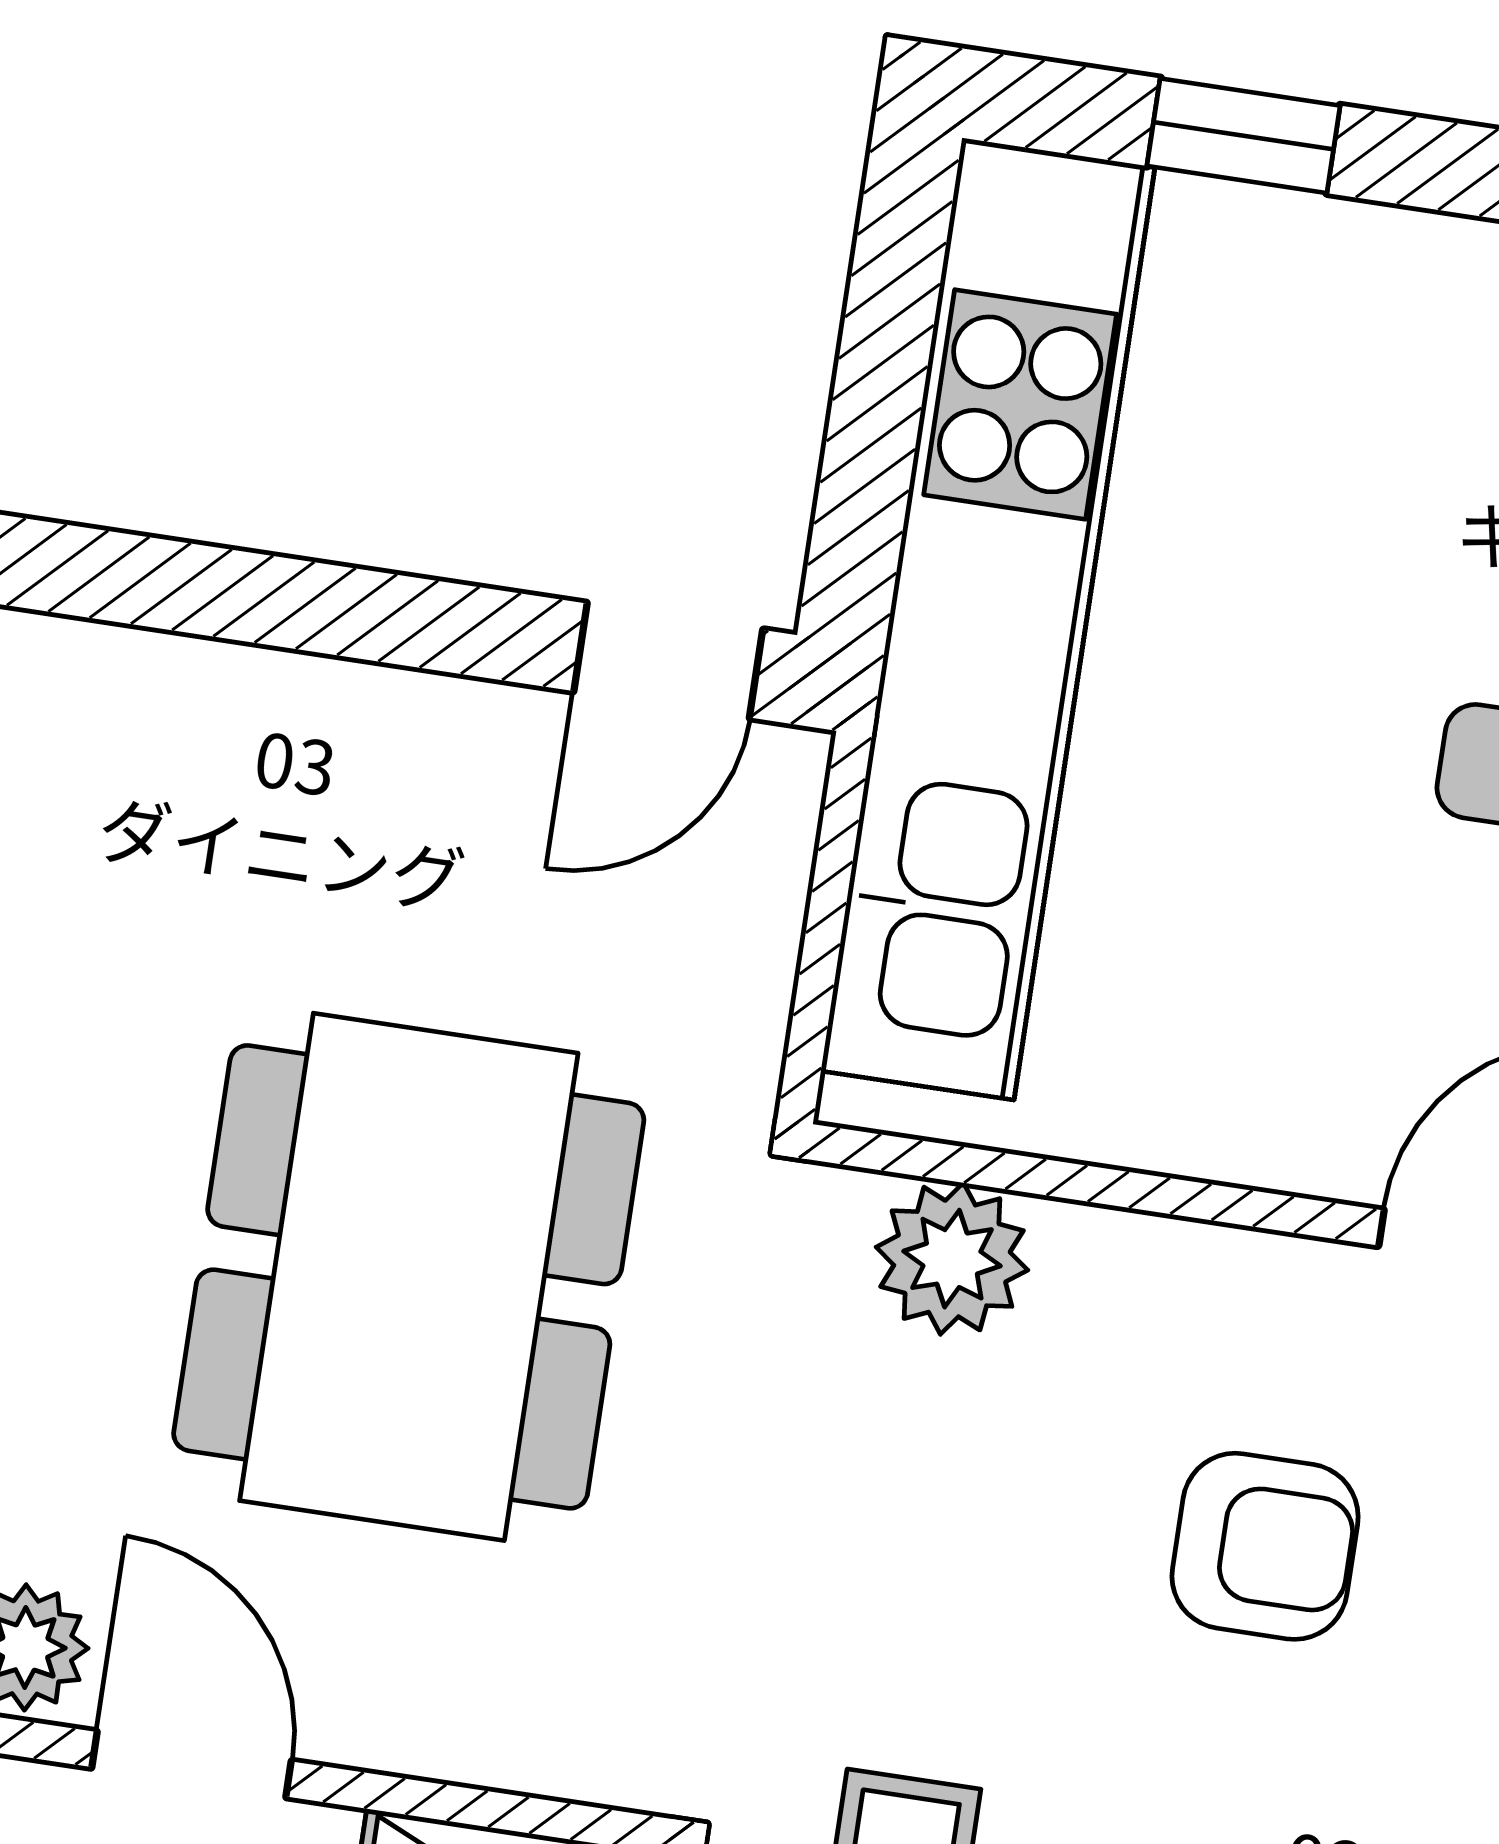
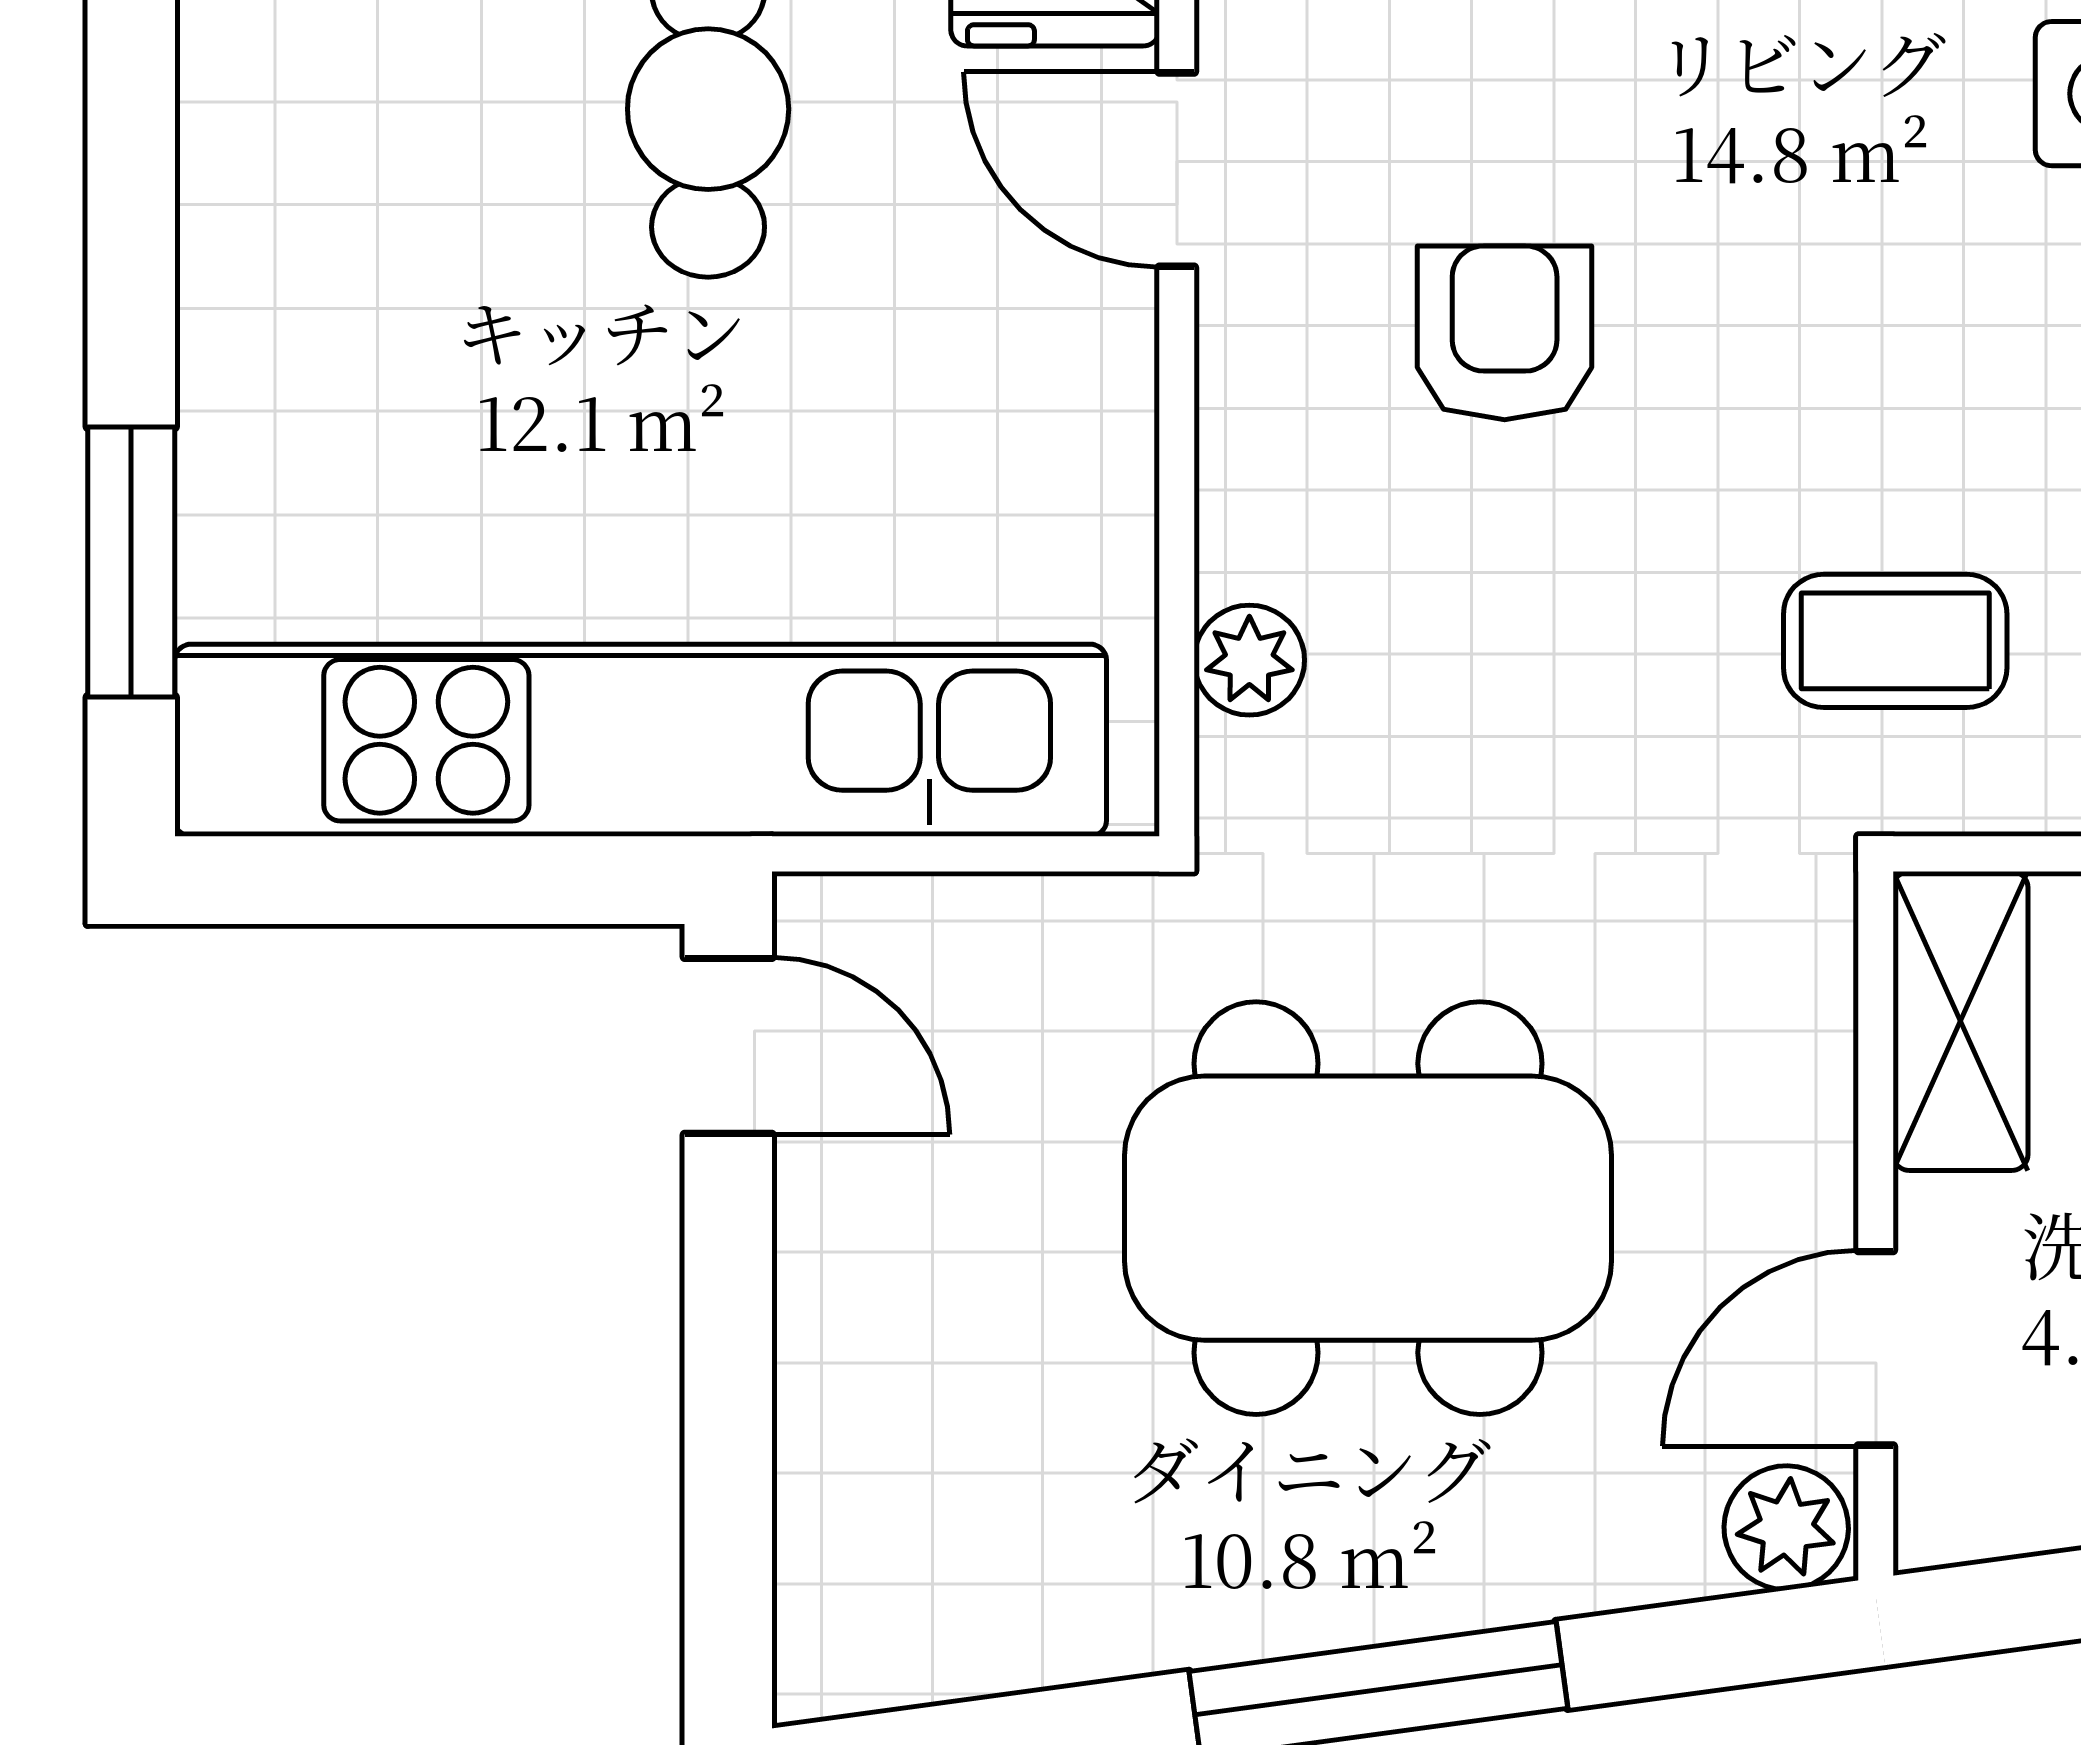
window: (1244, 136) -> (131, 562), width x1.50
plant: (952, 1259) -> (1249, 660), width x0.73, depth x0.73

